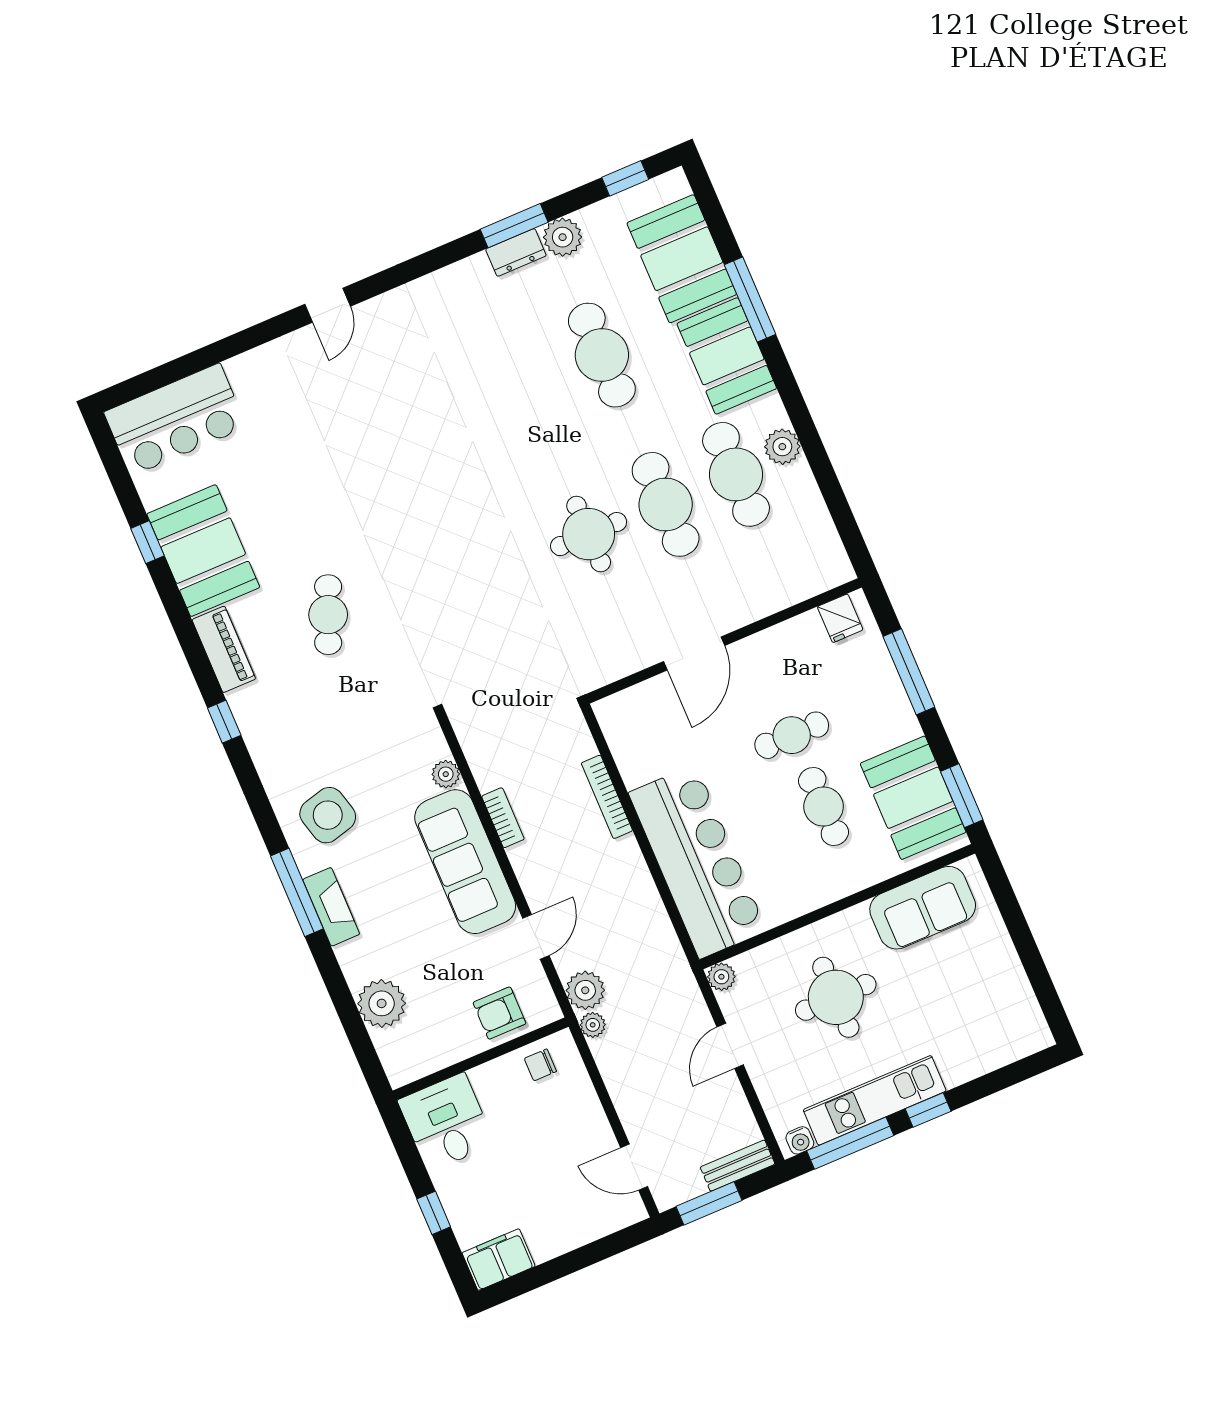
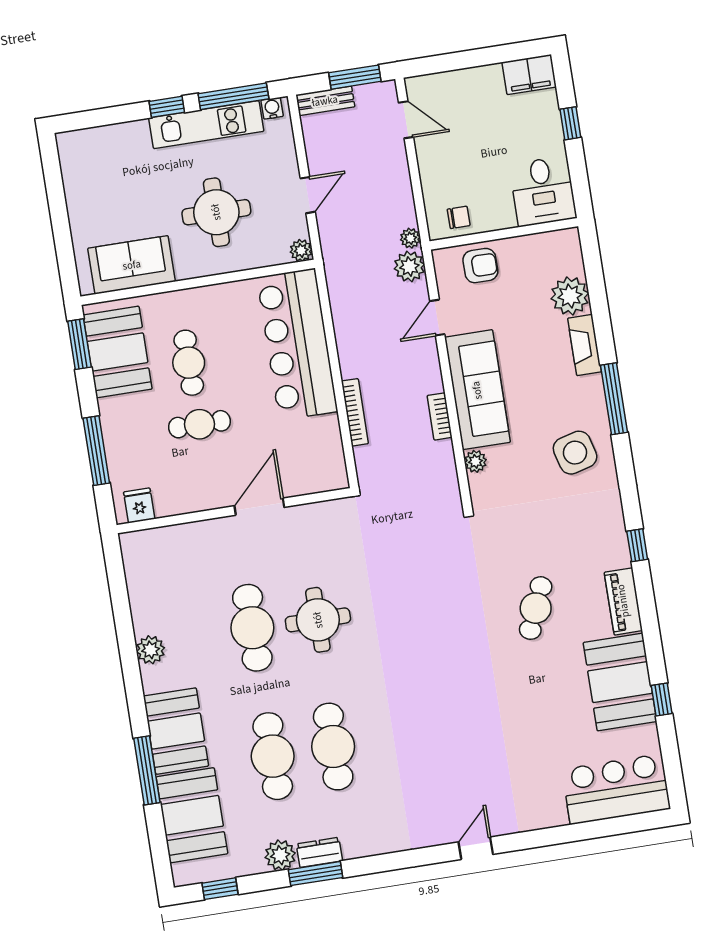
cafe table: (736, 474) -> (333, 747), moved
fireplace: (331, 907) -> (585, 345), moved

